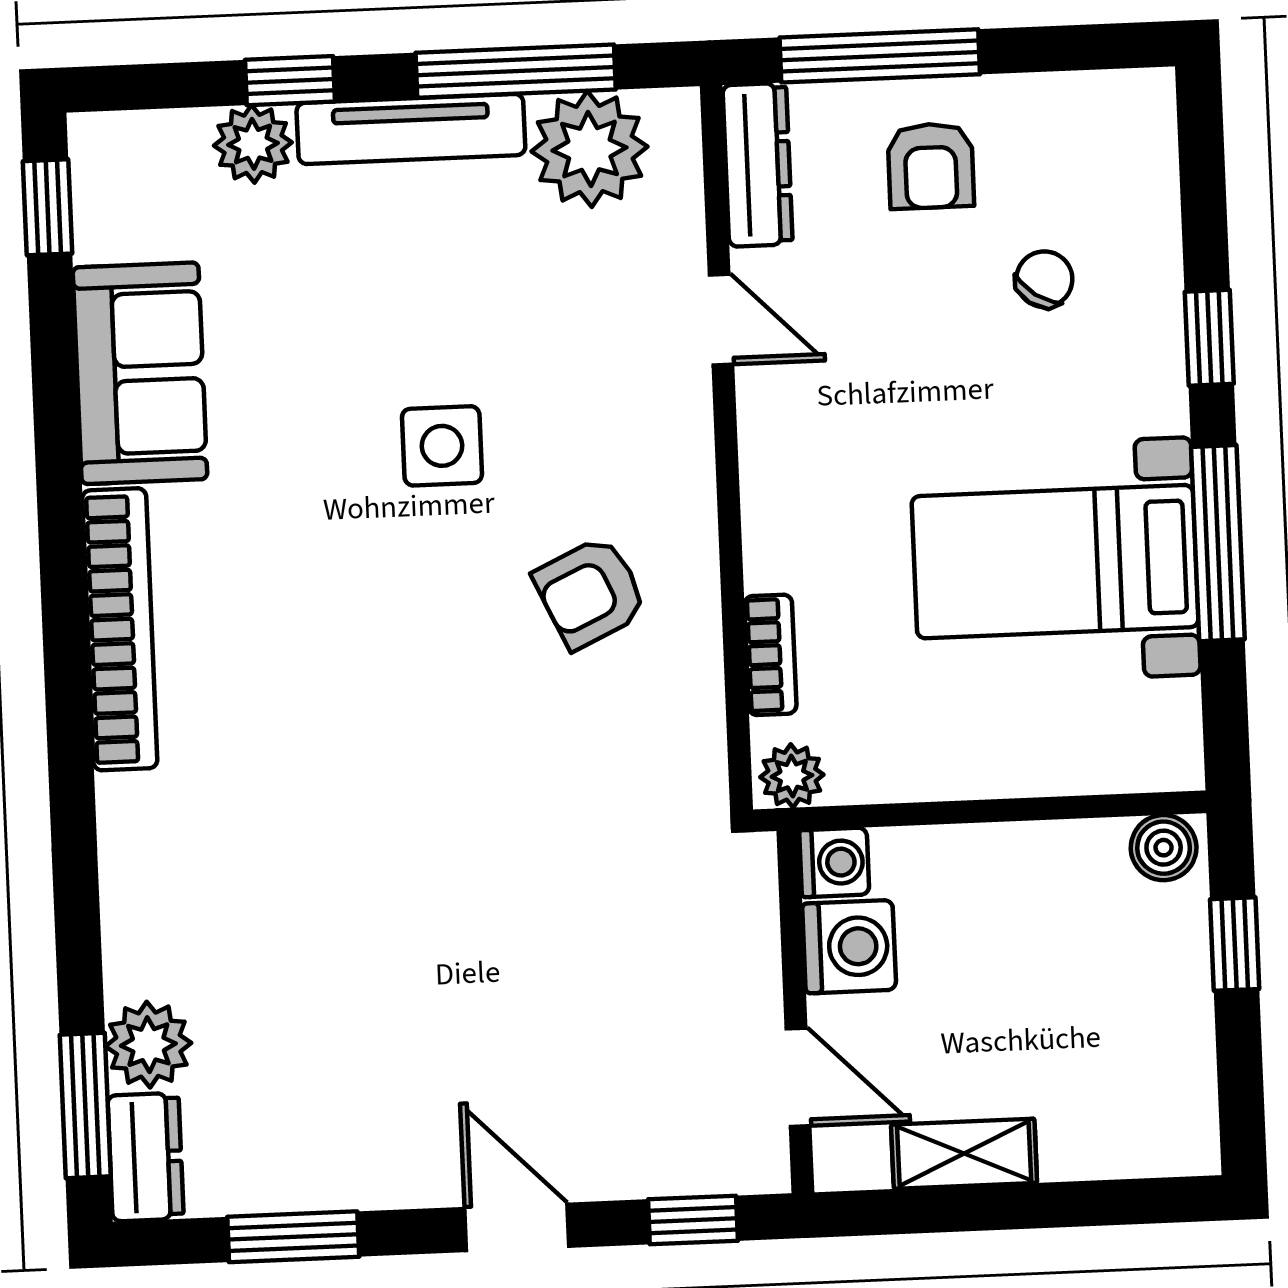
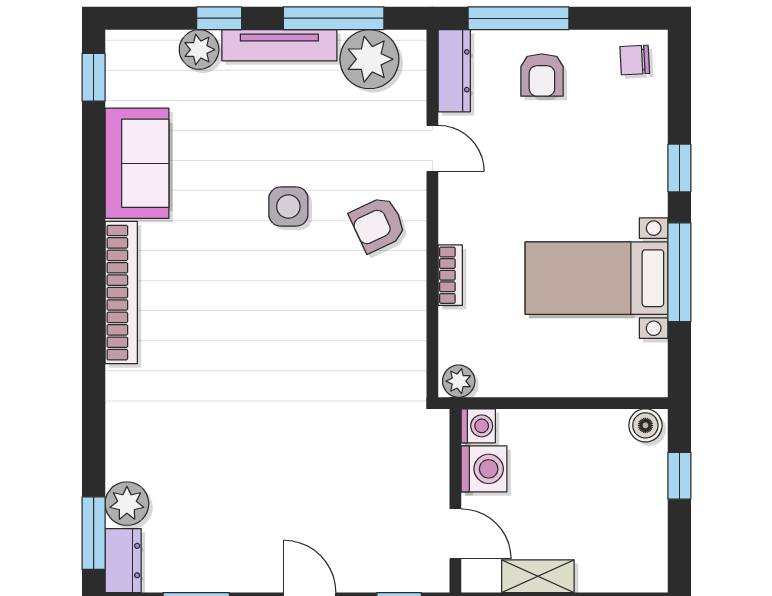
chair: (1044, 279) -> (635, 60), moved, turned -127
armchair: (590, 593) -> (378, 224), moved
bookcase: (770, 655) -> (450, 275), moved

